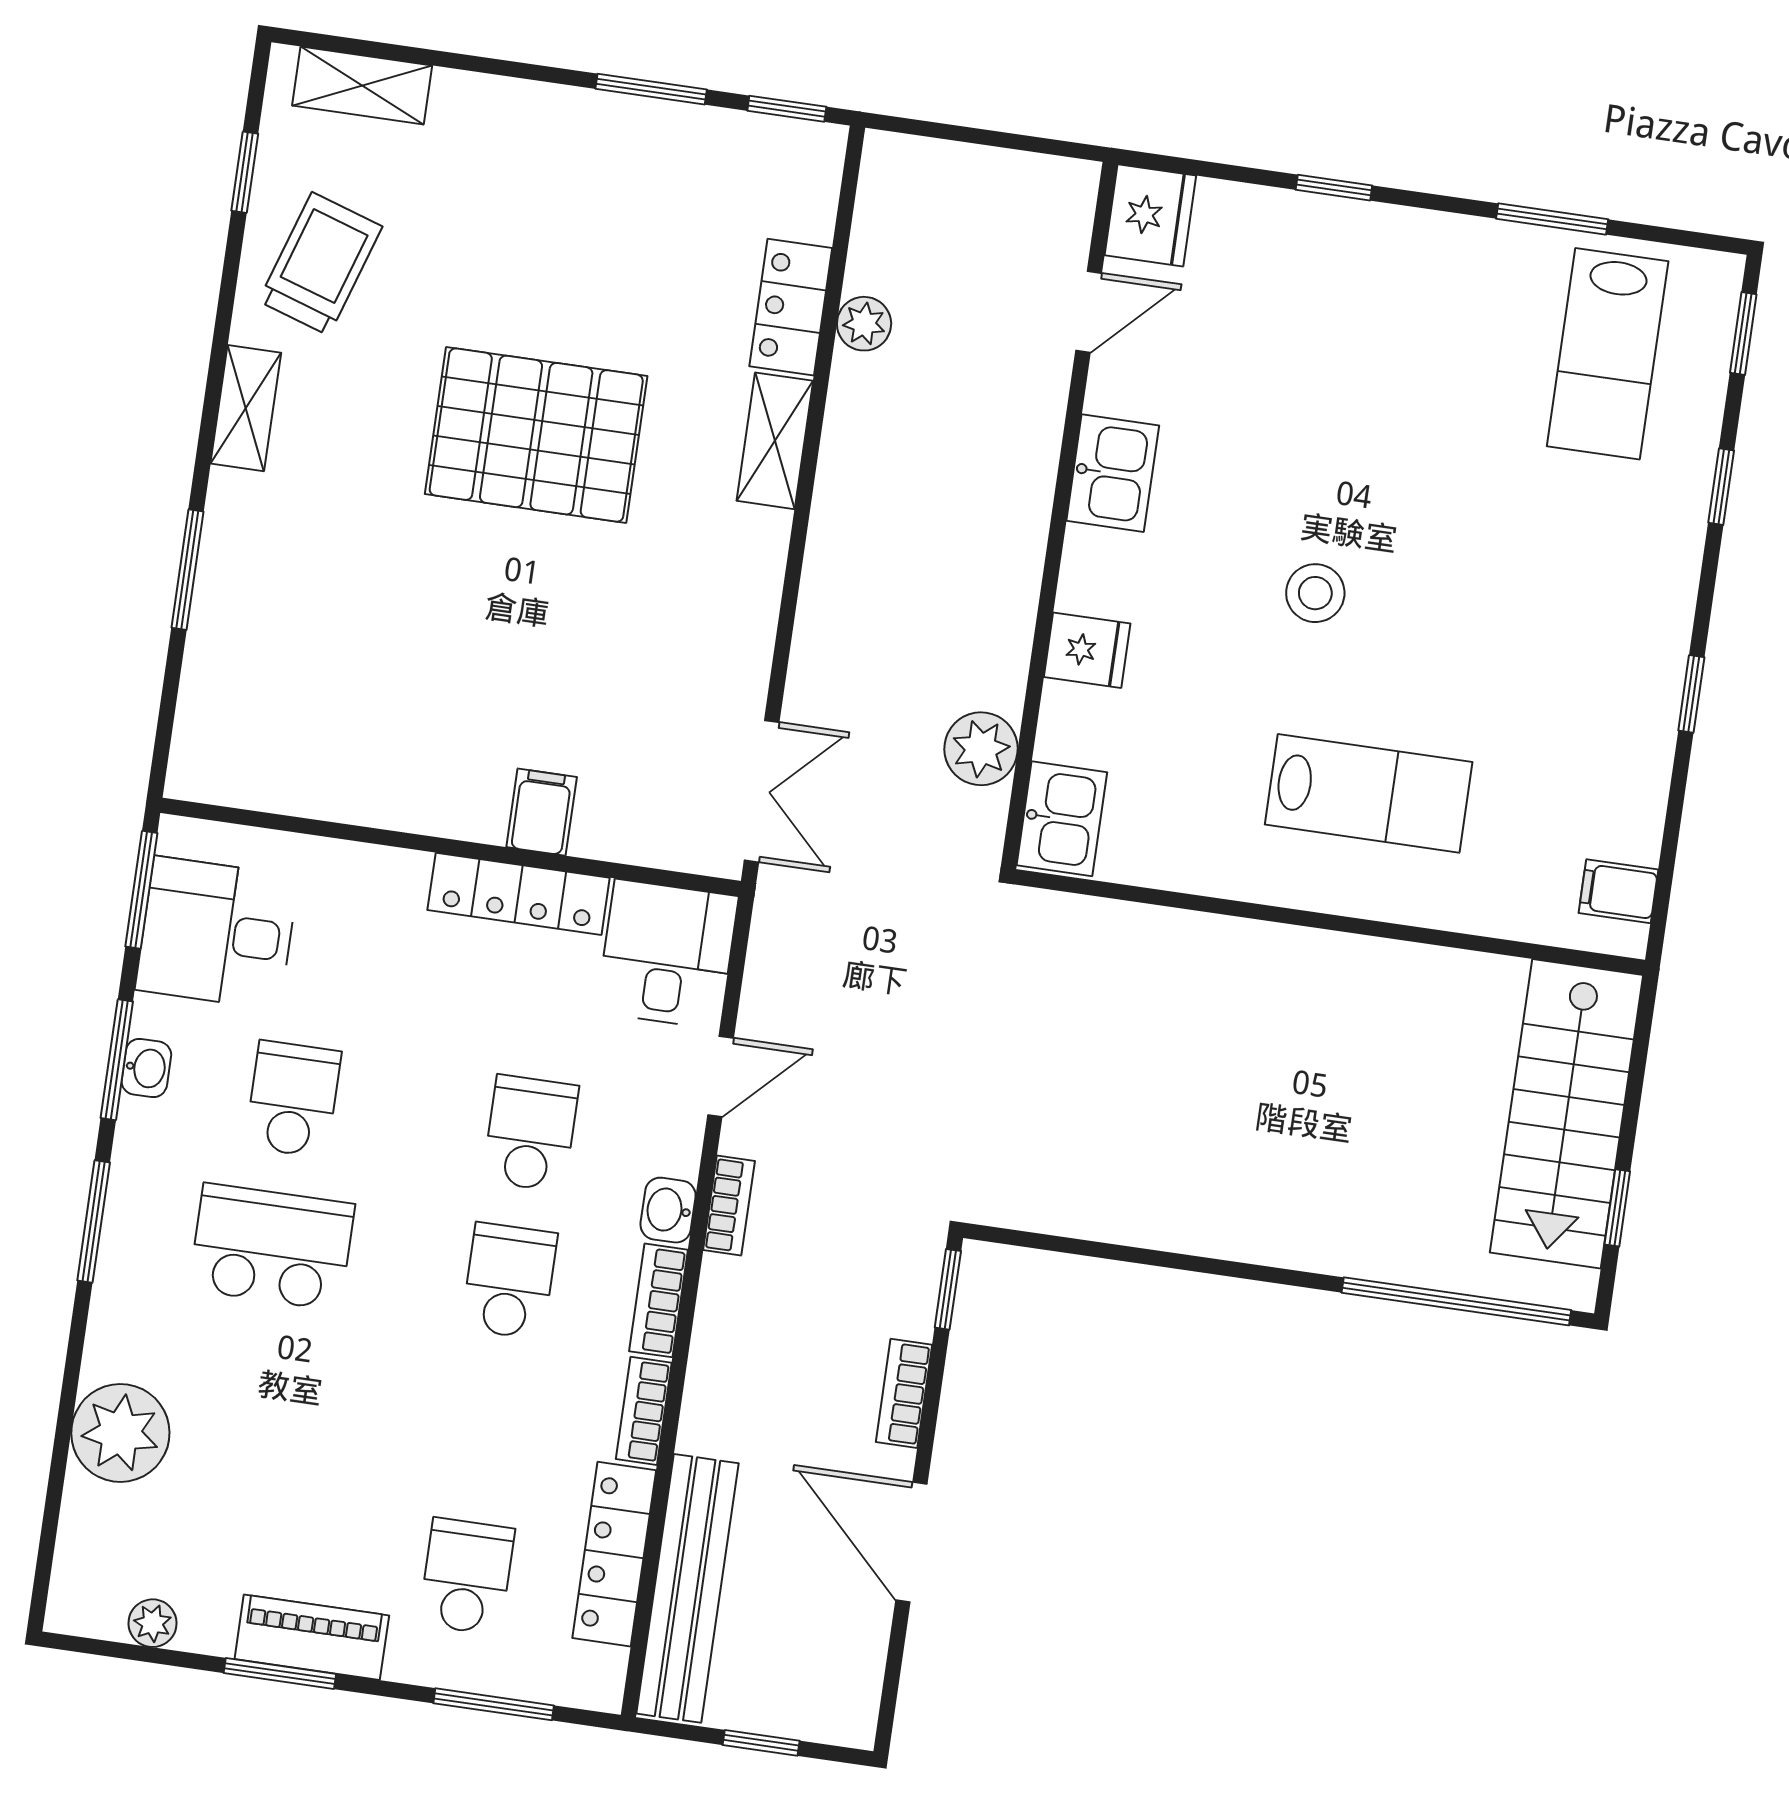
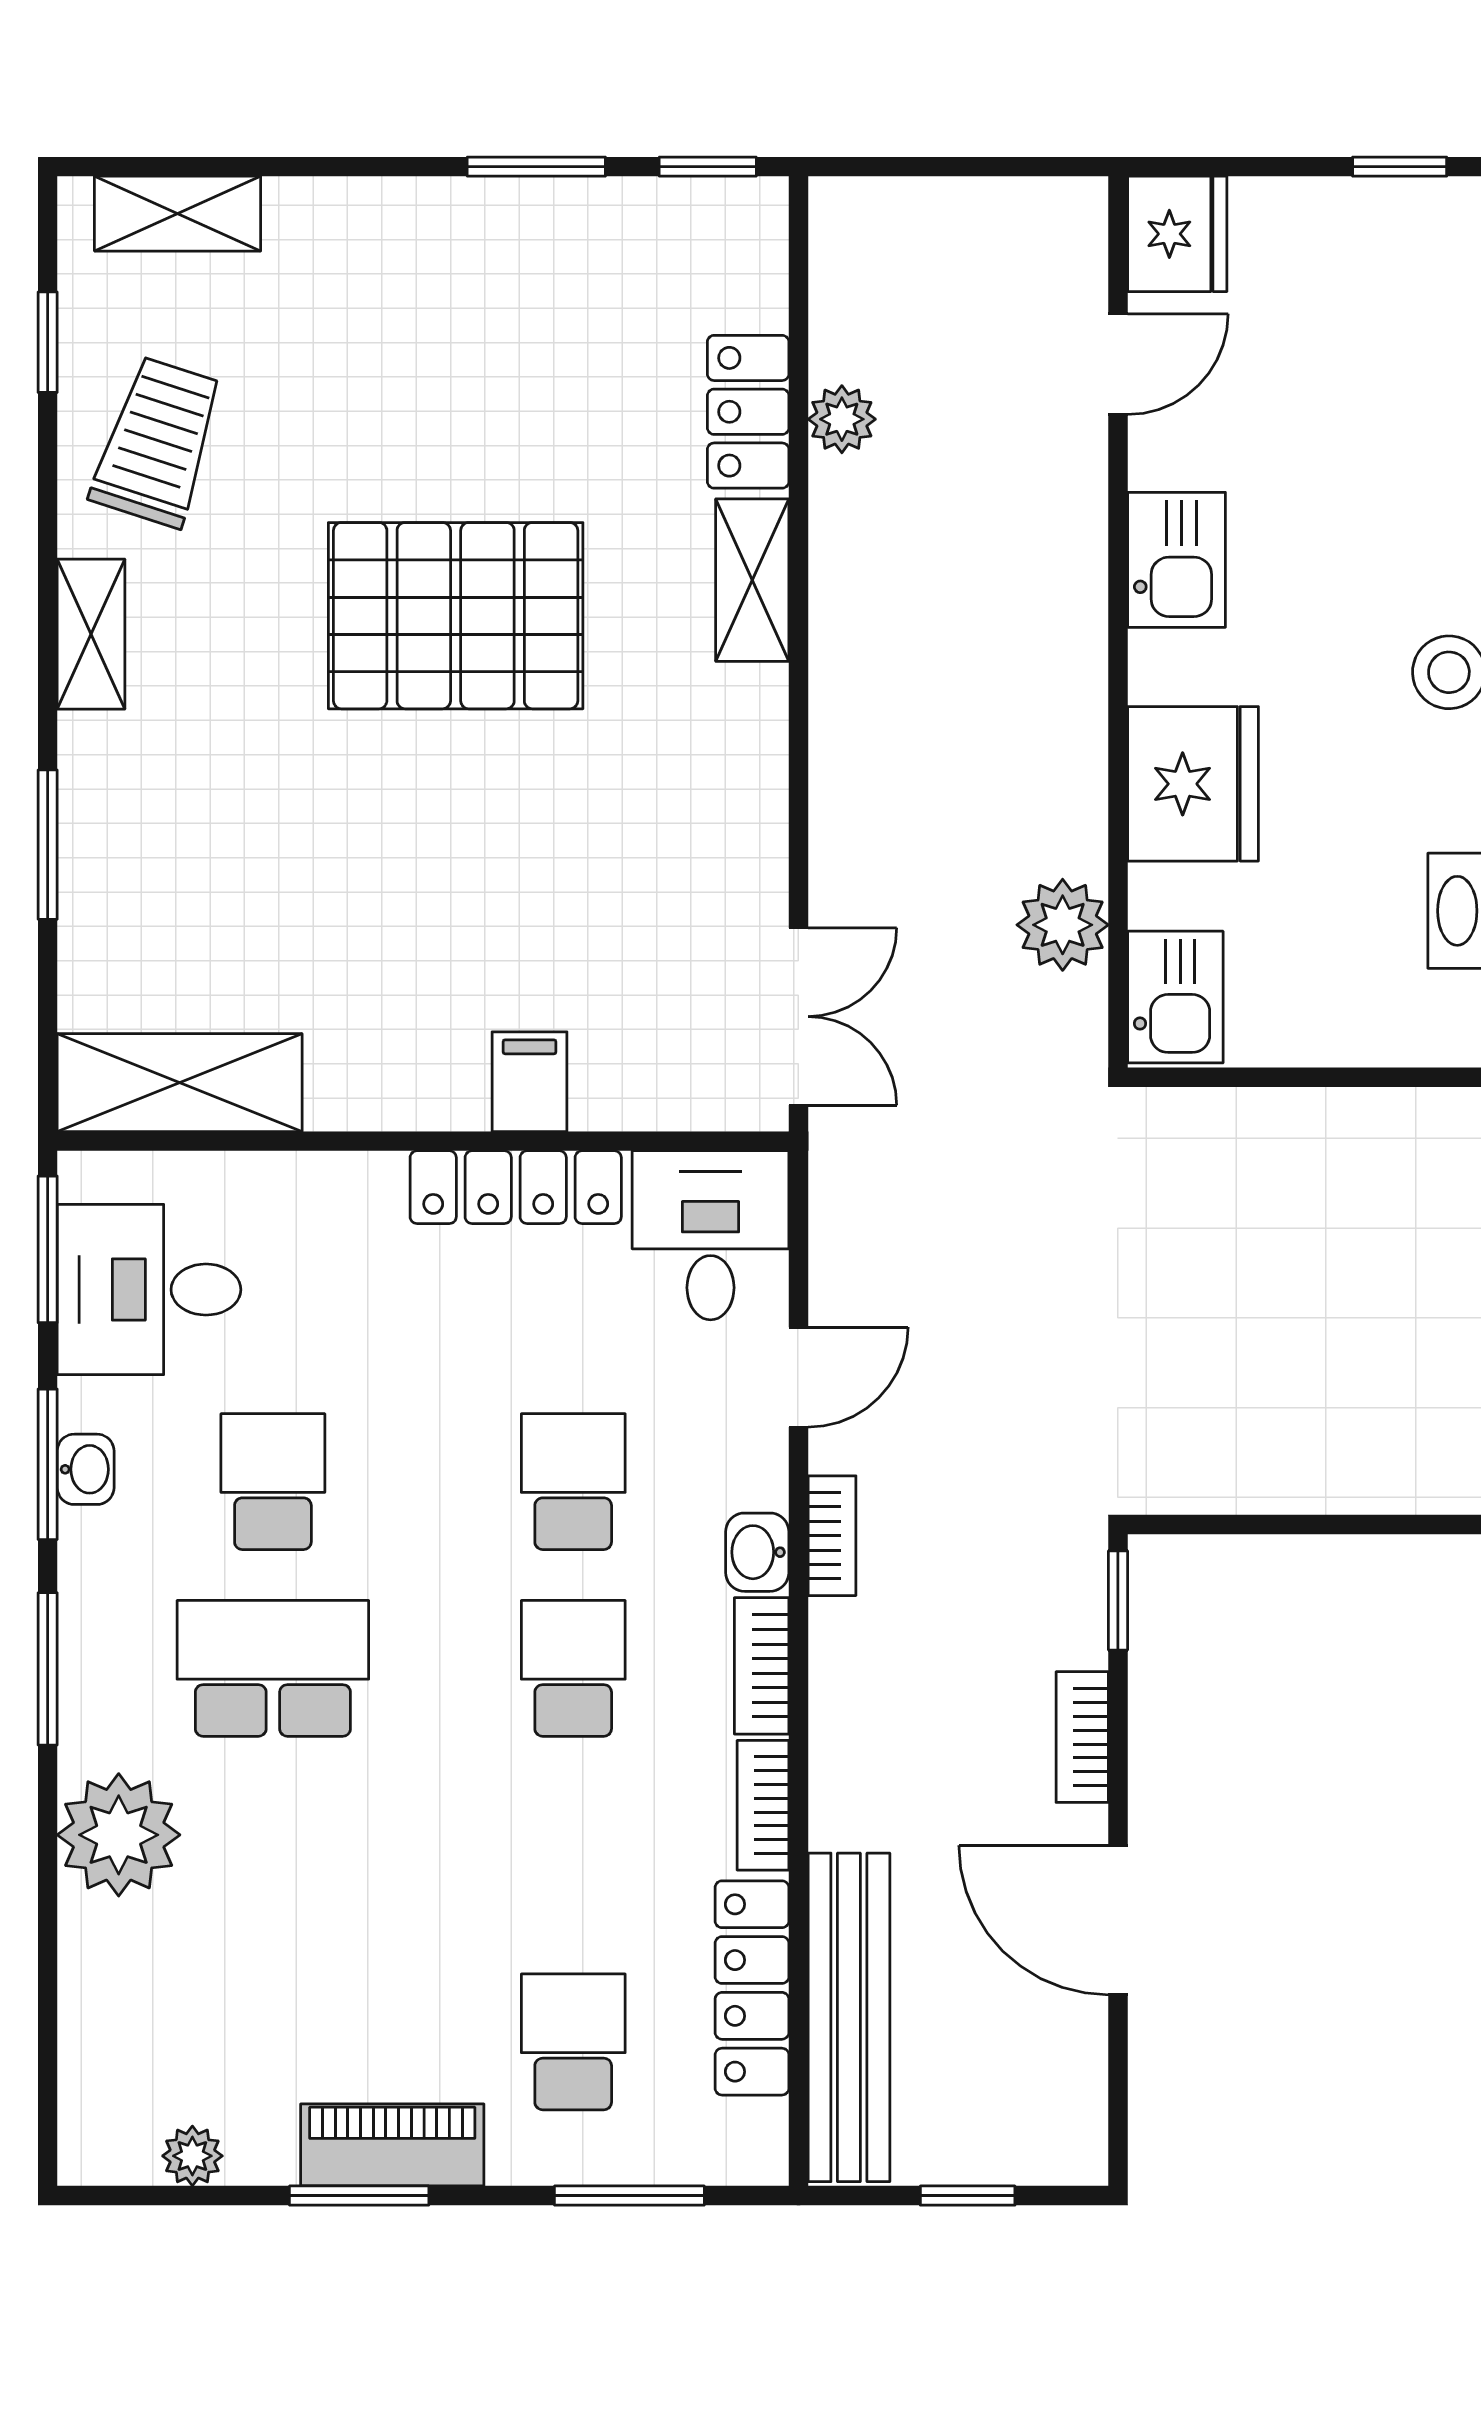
fridge: (1087, 650) -> (1193, 784), width x1.88, depth x1.34
shelving: (265, 773) -> (180, 1083), added
plant: (120, 1433) -> (119, 1835), moved

